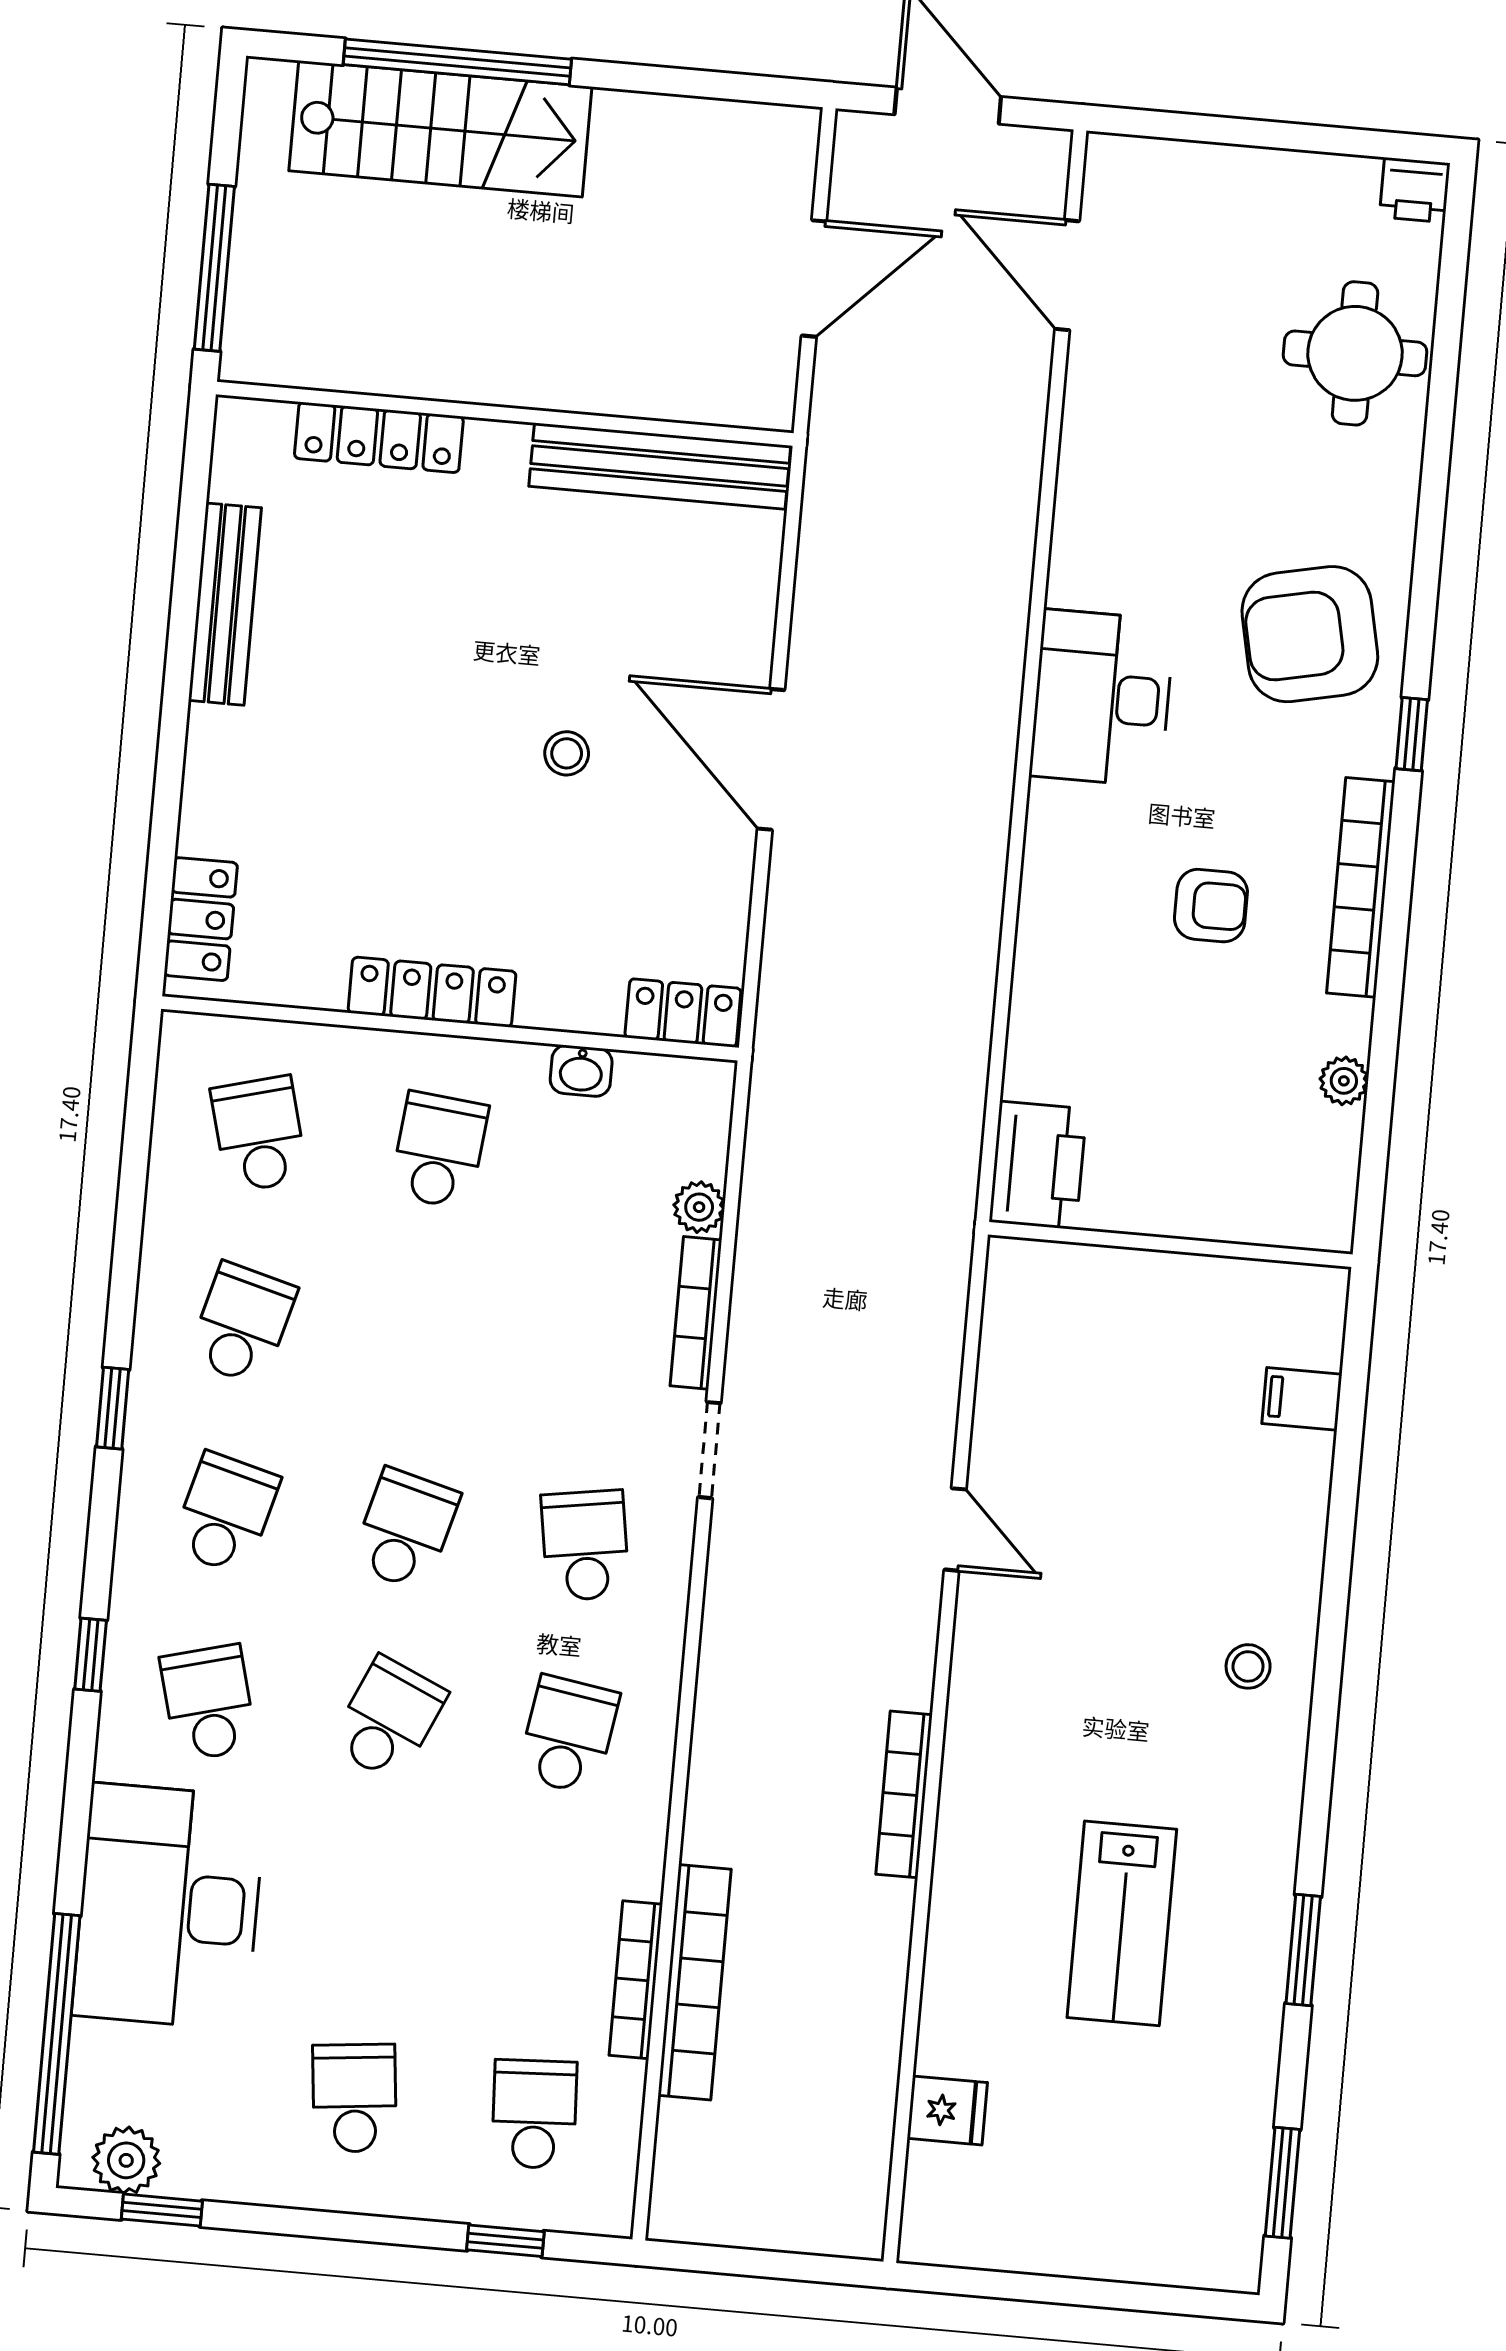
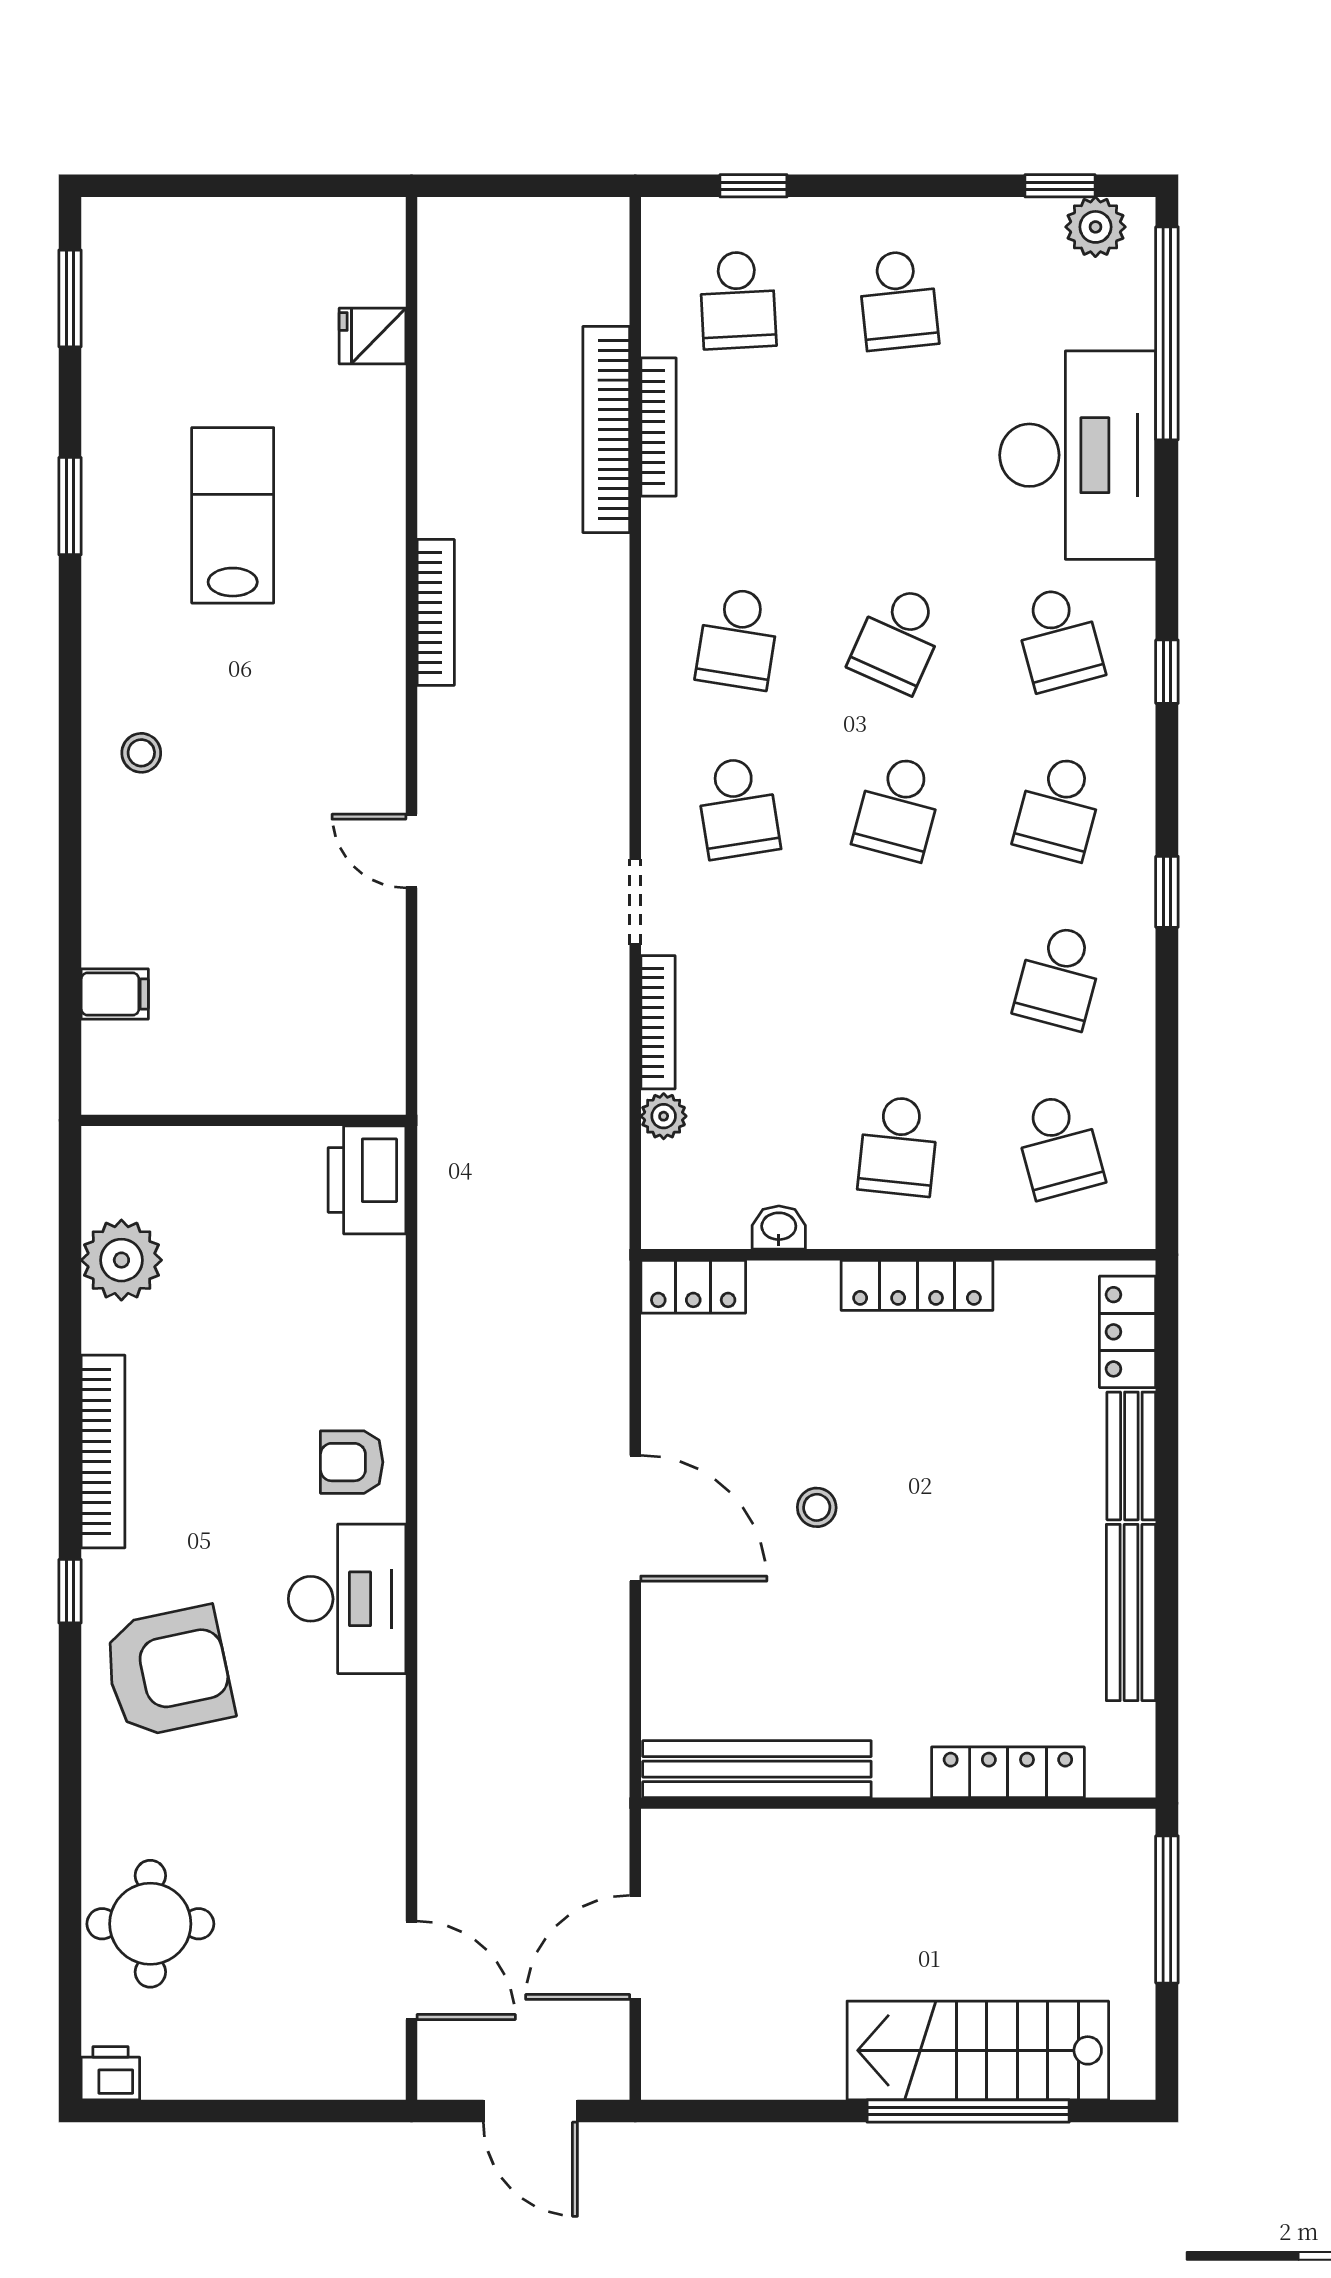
bench: (209, 780) -> (1131, 1456), added
armchair: (1211, 906) -> (352, 1462), moved
plant: (1344, 1081) -> (121, 1260), width x1.87, depth x1.87

